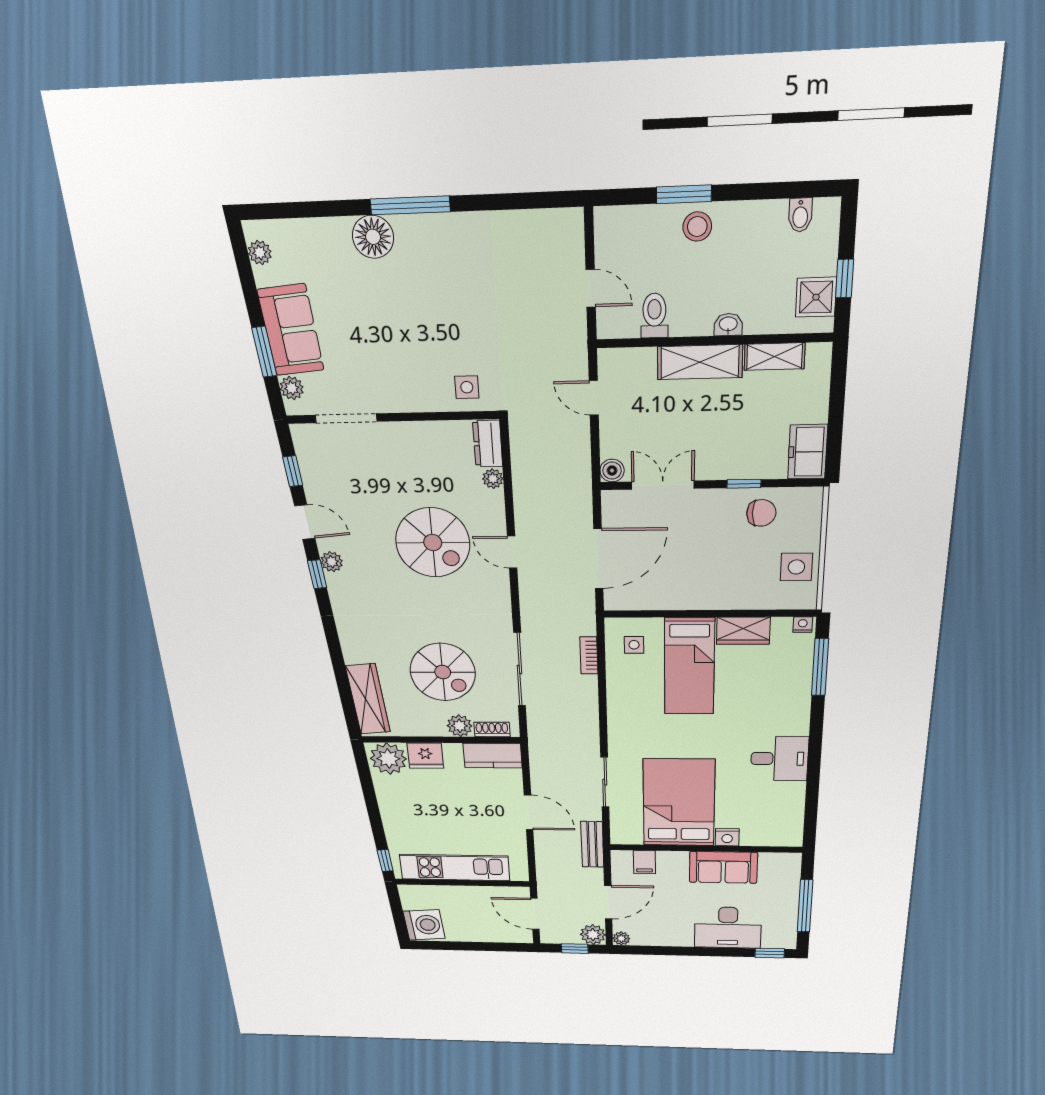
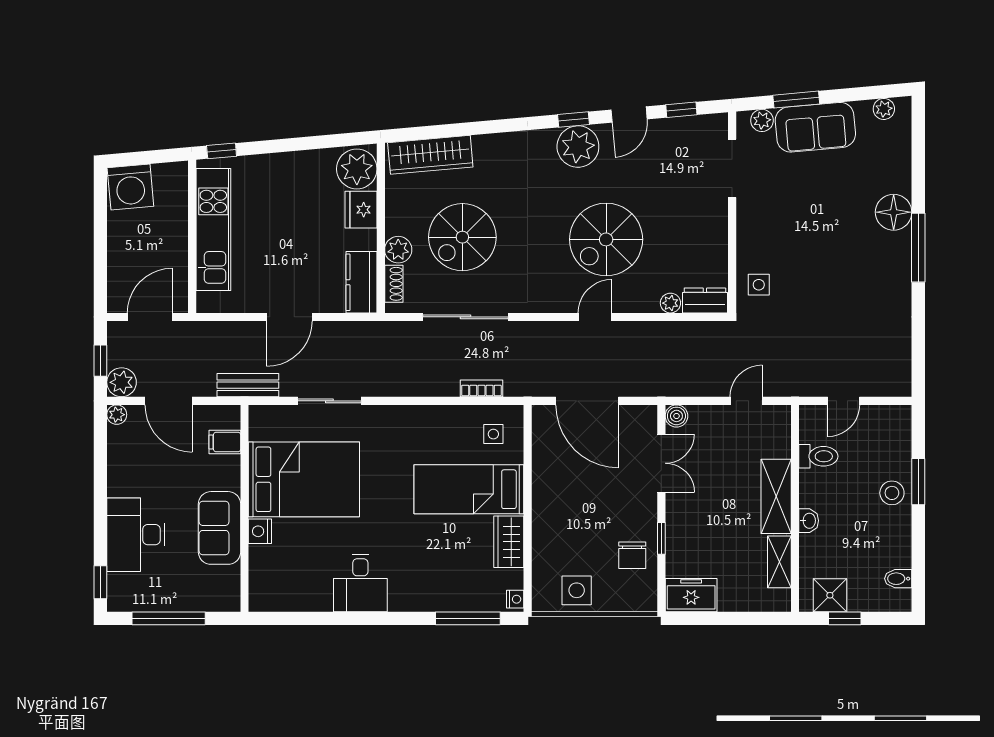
plant: (332, 562) -> (578, 147), width x1.88, depth x1.88

